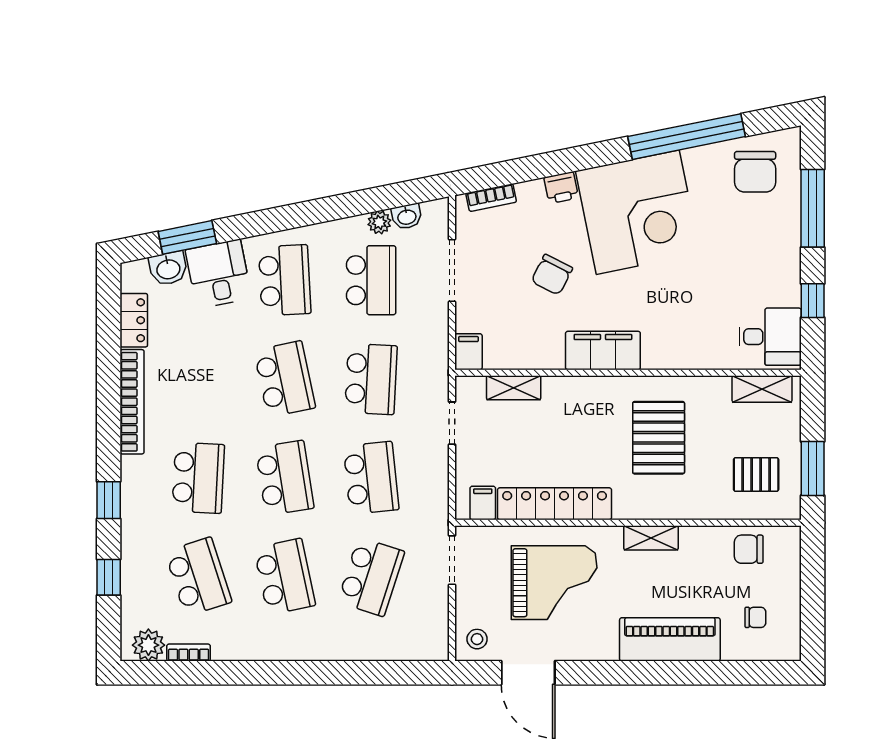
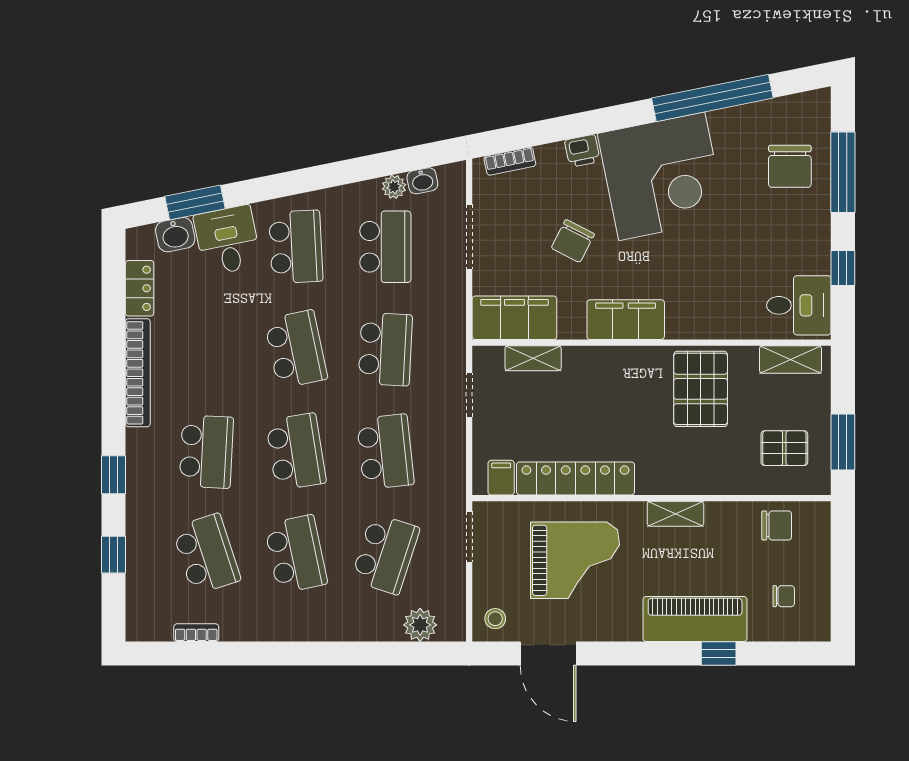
chair: (755, 172) -> (790, 166), moved
filing cabinet: (468, 352) -> (514, 318), width x3.00, depth x1.17
pallet: (659, 438) -> (701, 389), moved
chair: (749, 549) -> (777, 526), turned 180
plant: (148, 645) -> (420, 625), moved
window: (693, 673) -> (719, 654), added

